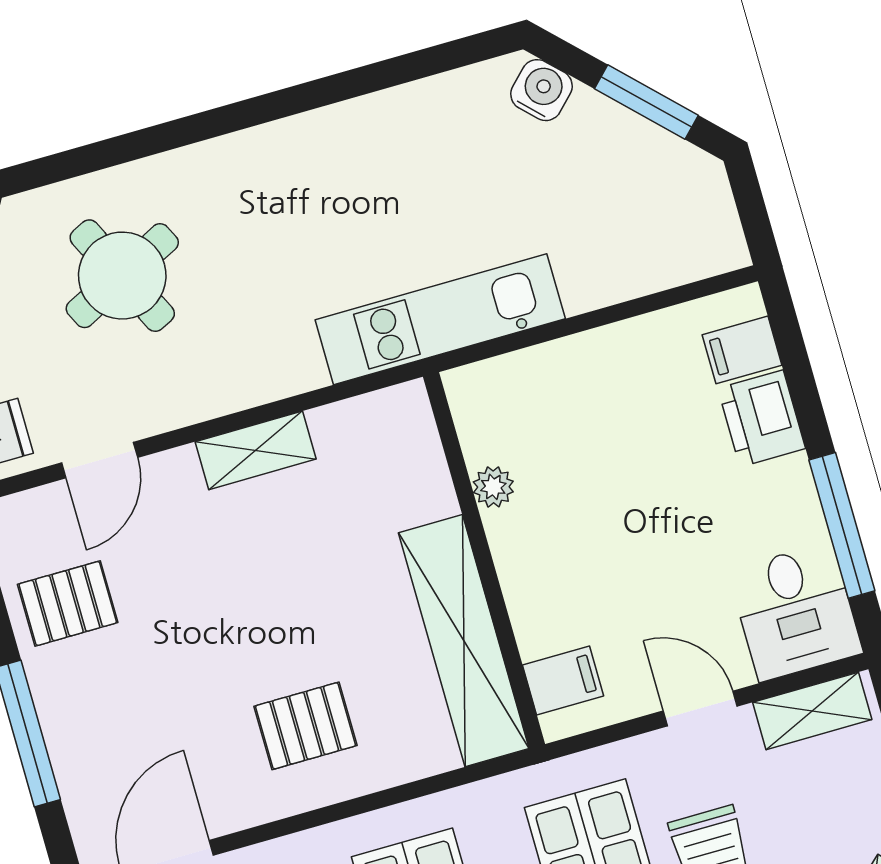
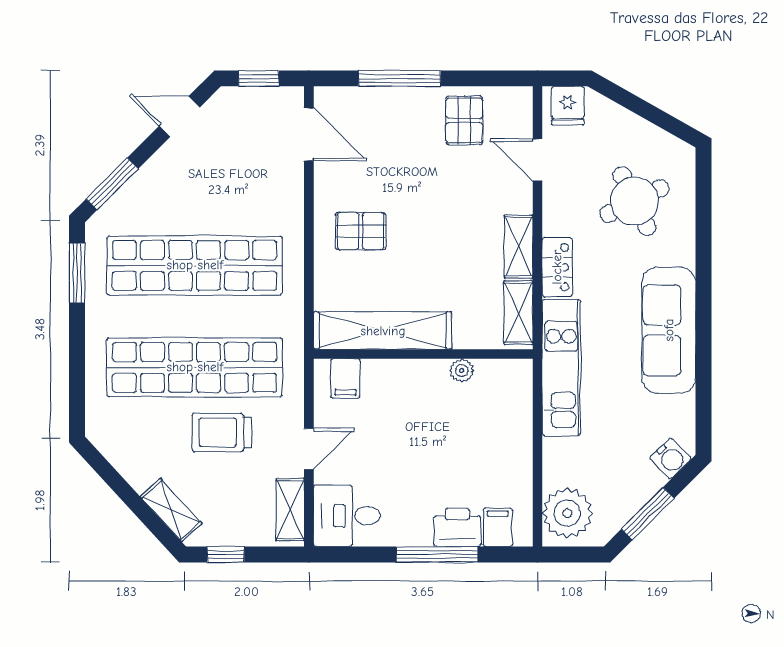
sofa: (325, 155) -> (669, 330), added
plant: (684, 239) -> (567, 513), added
locker: (272, 375) -> (557, 267), added
shelving: (368, 419) -> (518, 313), added
window: (842, 525) -> (437, 554), moved
pallet: (306, 726) -> (361, 231), turned 90

